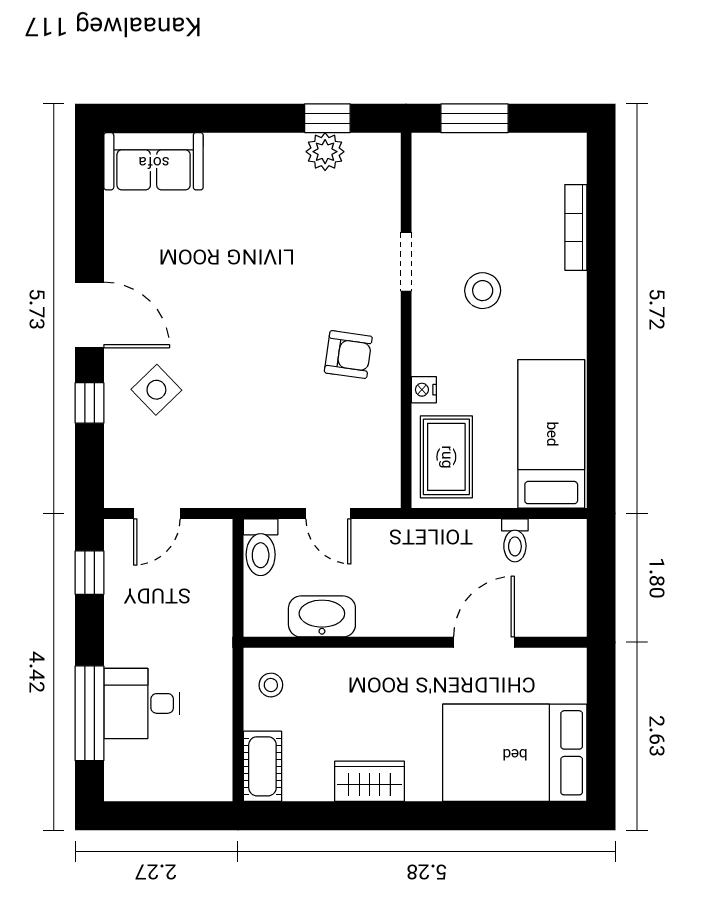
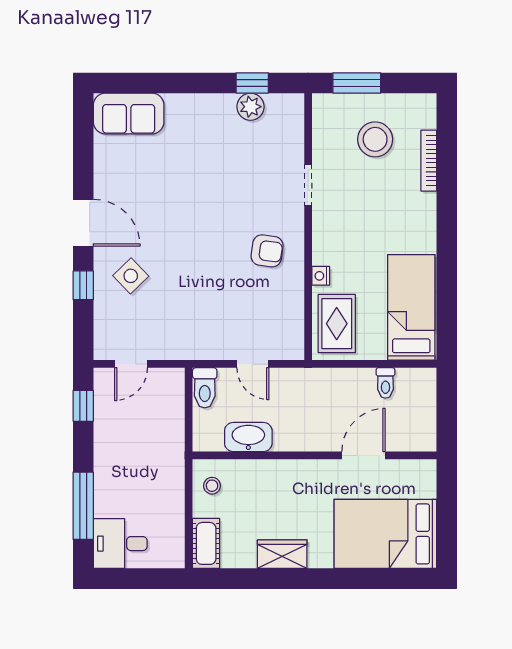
stool: (483, 291) -> (375, 139), moved, width x1.38, depth x1.38
desk: (142, 703) -> (120, 544), moved

